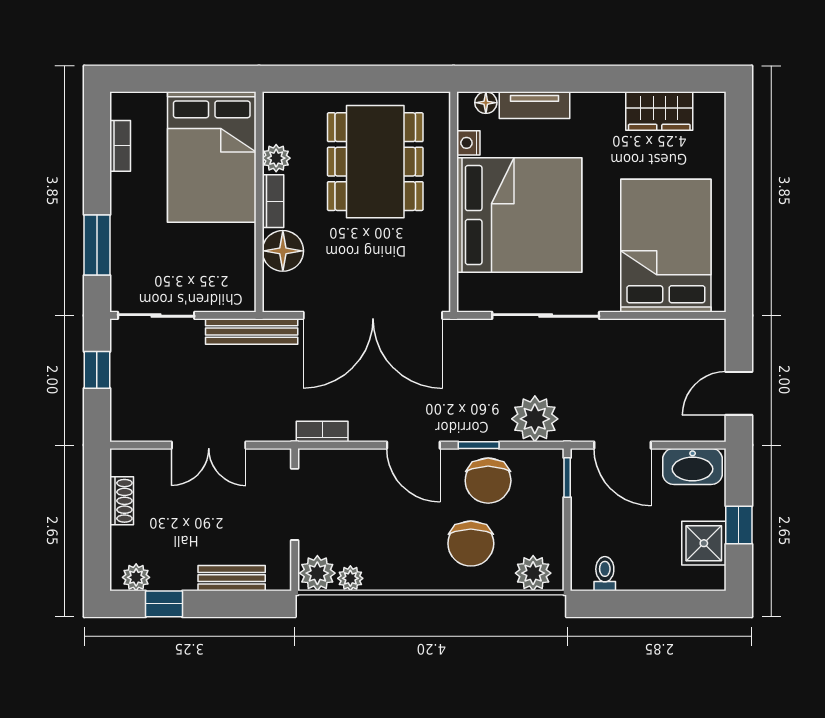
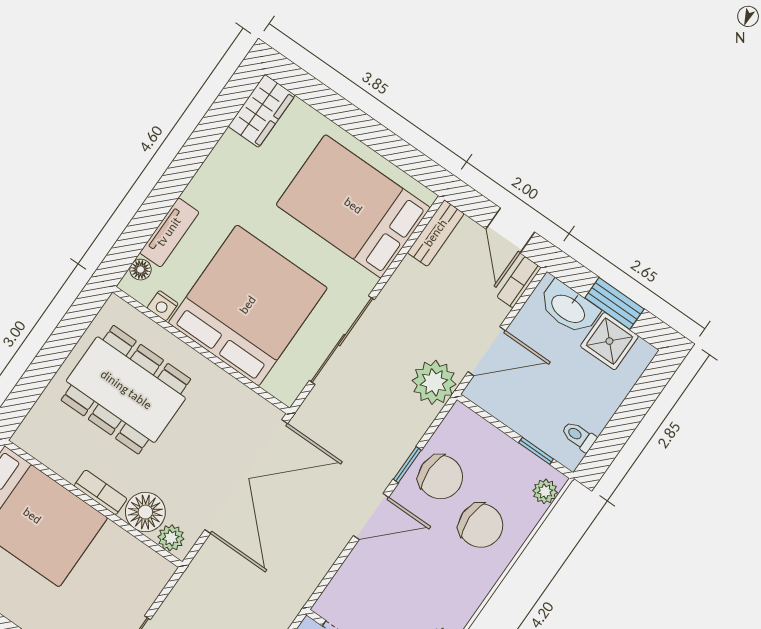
wardrobe: (659, 111) -> (262, 111), moved
plant: (276, 158) -> (171, 538), moved
bench: (252, 332) -> (436, 233), moved, width x0.73
plant: (535, 419) -> (434, 382), moved
bookcase: (322, 432) -> (519, 282), moved
washbasin: (693, 466) -> (569, 308), moved, turned 90
window: (567, 477) -> (536, 451), moved
window: (739, 525) -> (614, 303), width x1.50
plant: (533, 573) -> (545, 491), width x0.73, depth x0.73

